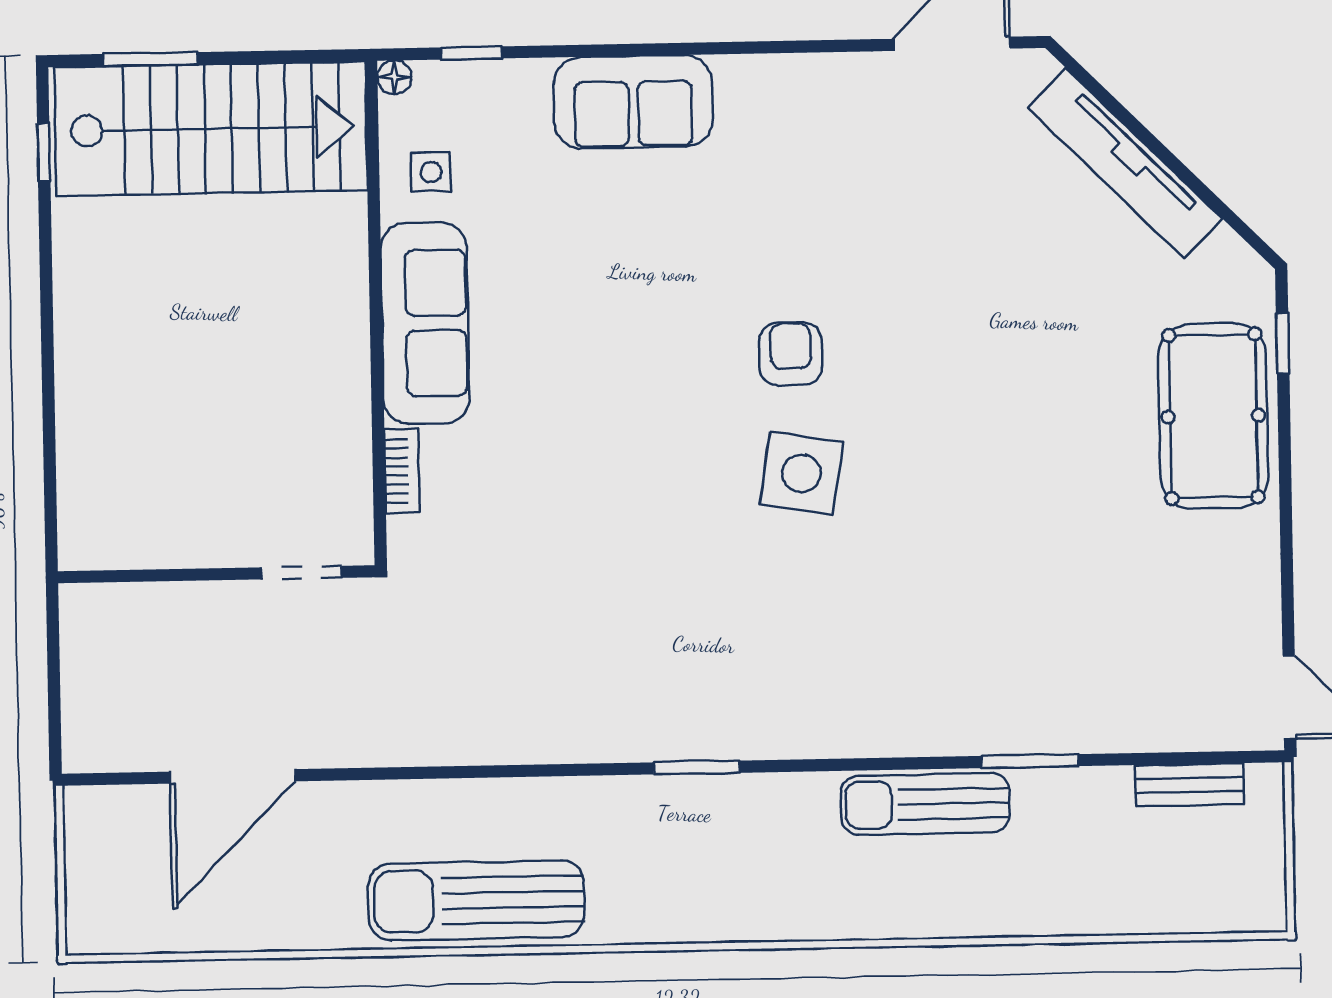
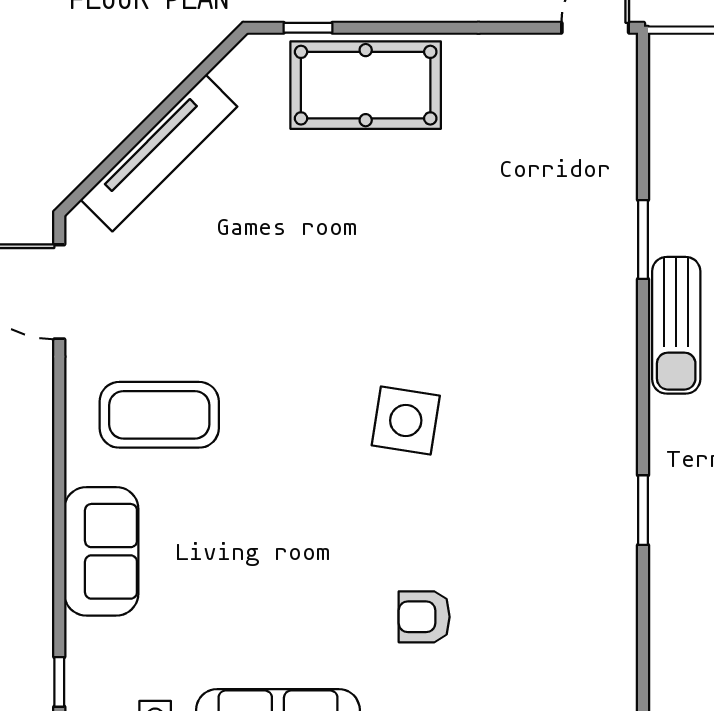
coffee table: (803, 170) -> (159, 415), added
armchair: (791, 354) -> (424, 617), moved
bench: (1189, 785) -> (665, 110), removed

